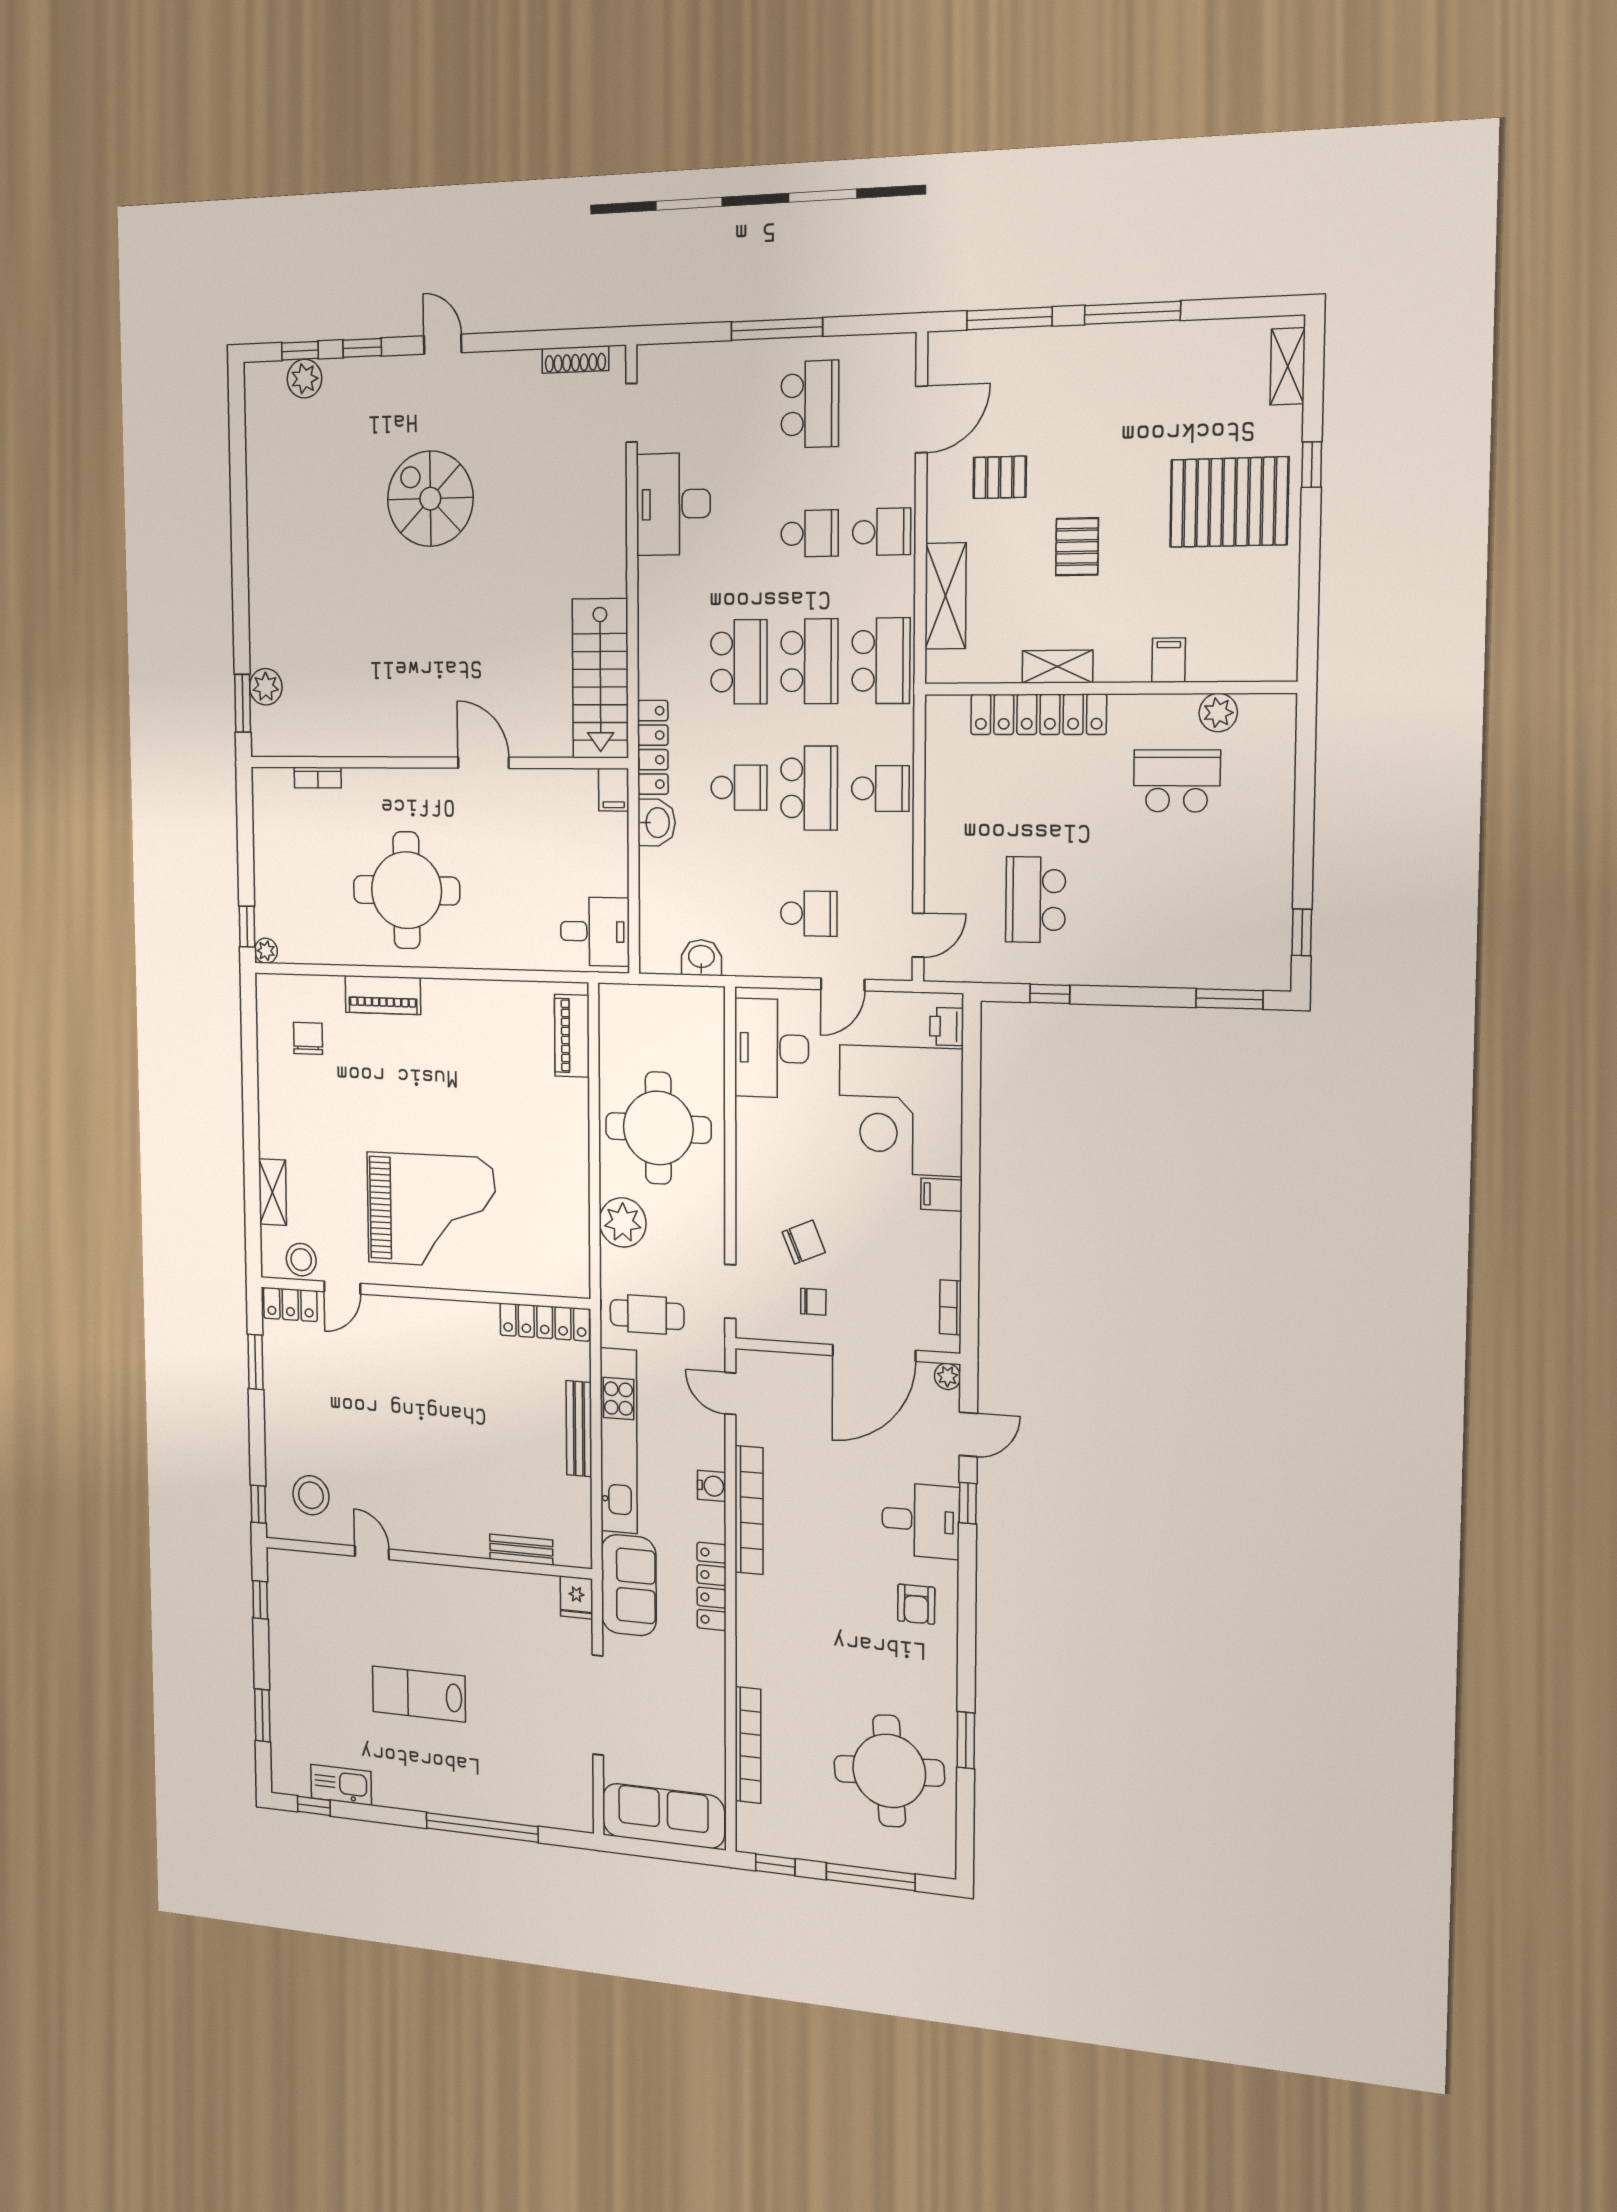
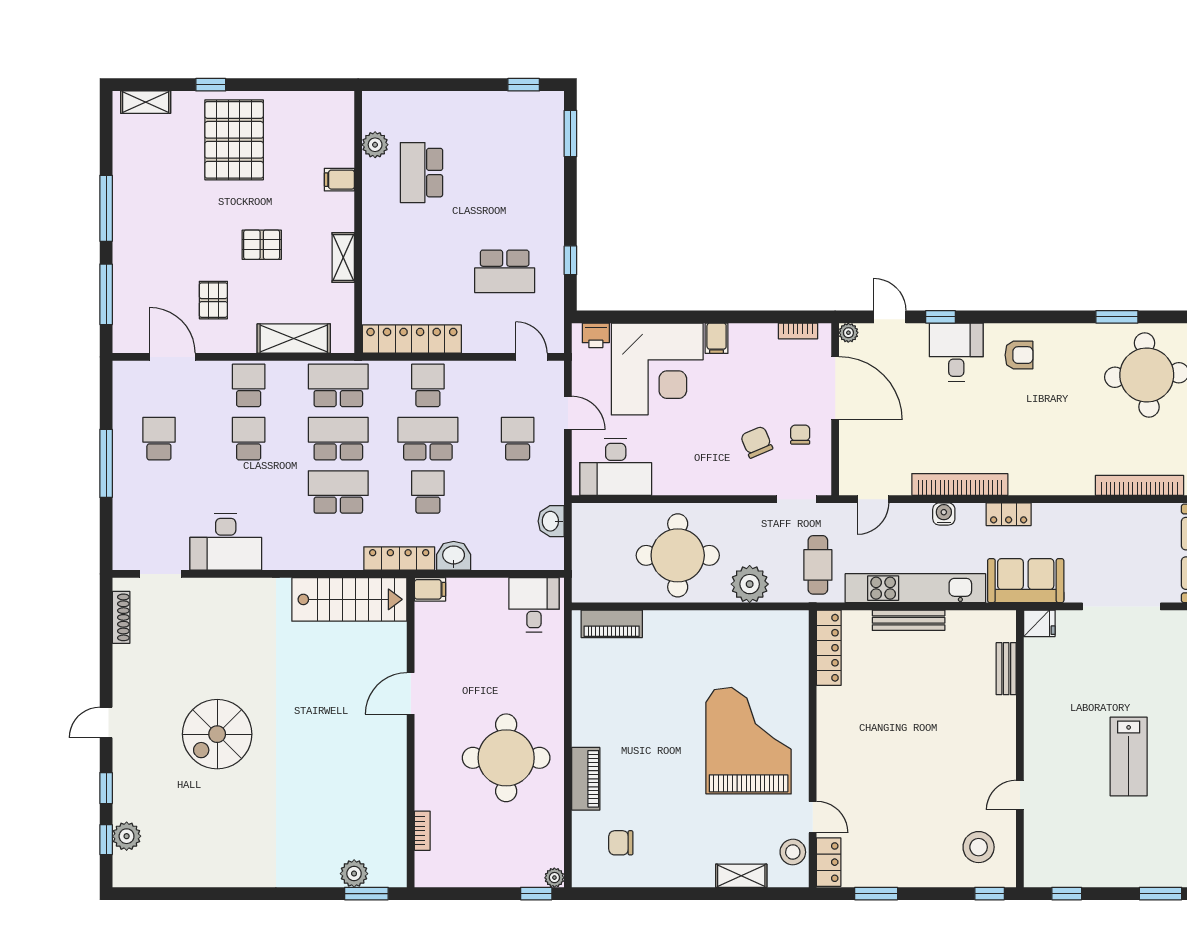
school desk: (810, 404) -> (159, 439), width x0.54
locker: (1038, 714) -> (412, 339), moved, turned -90
locker: (711, 1586) -> (1009, 514), width x0.66

